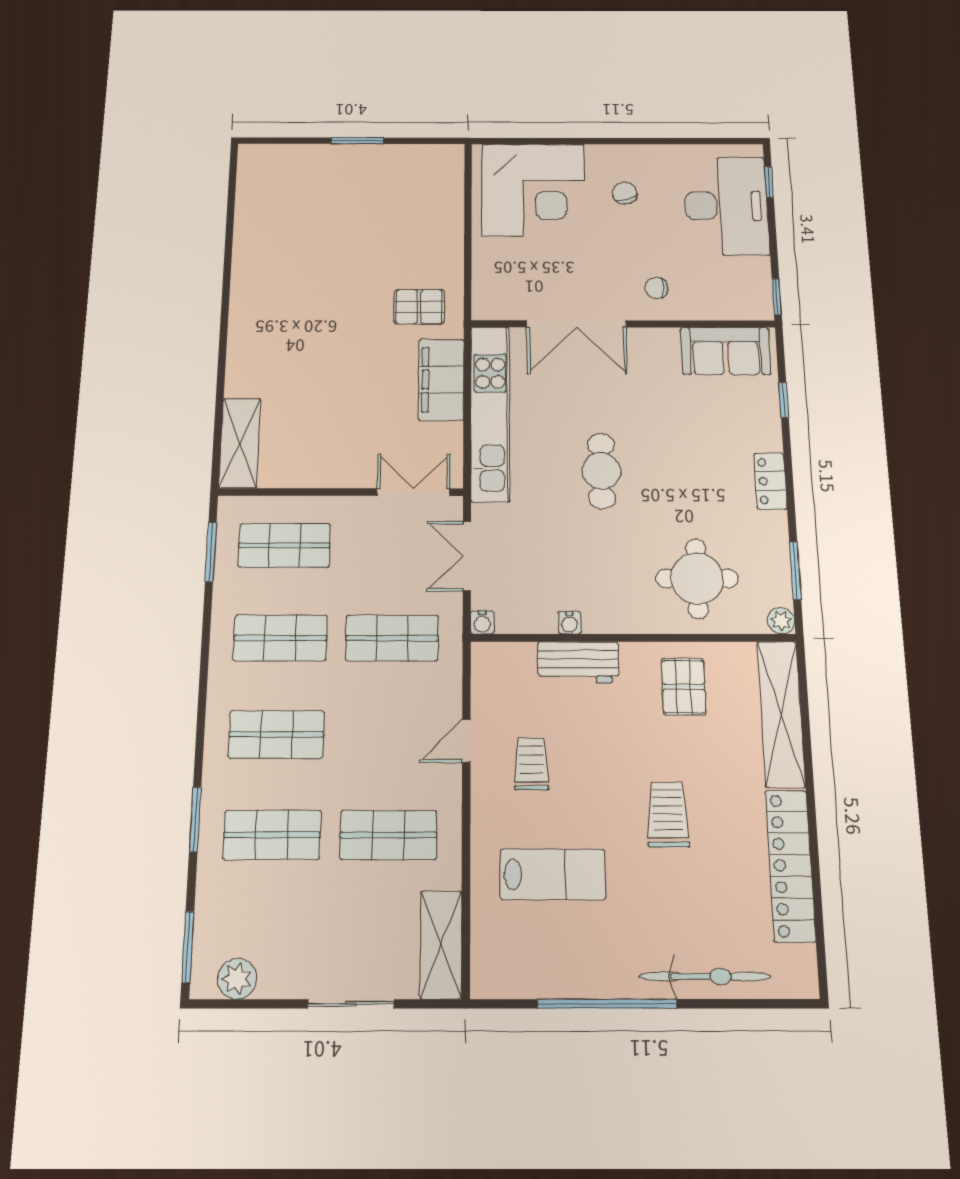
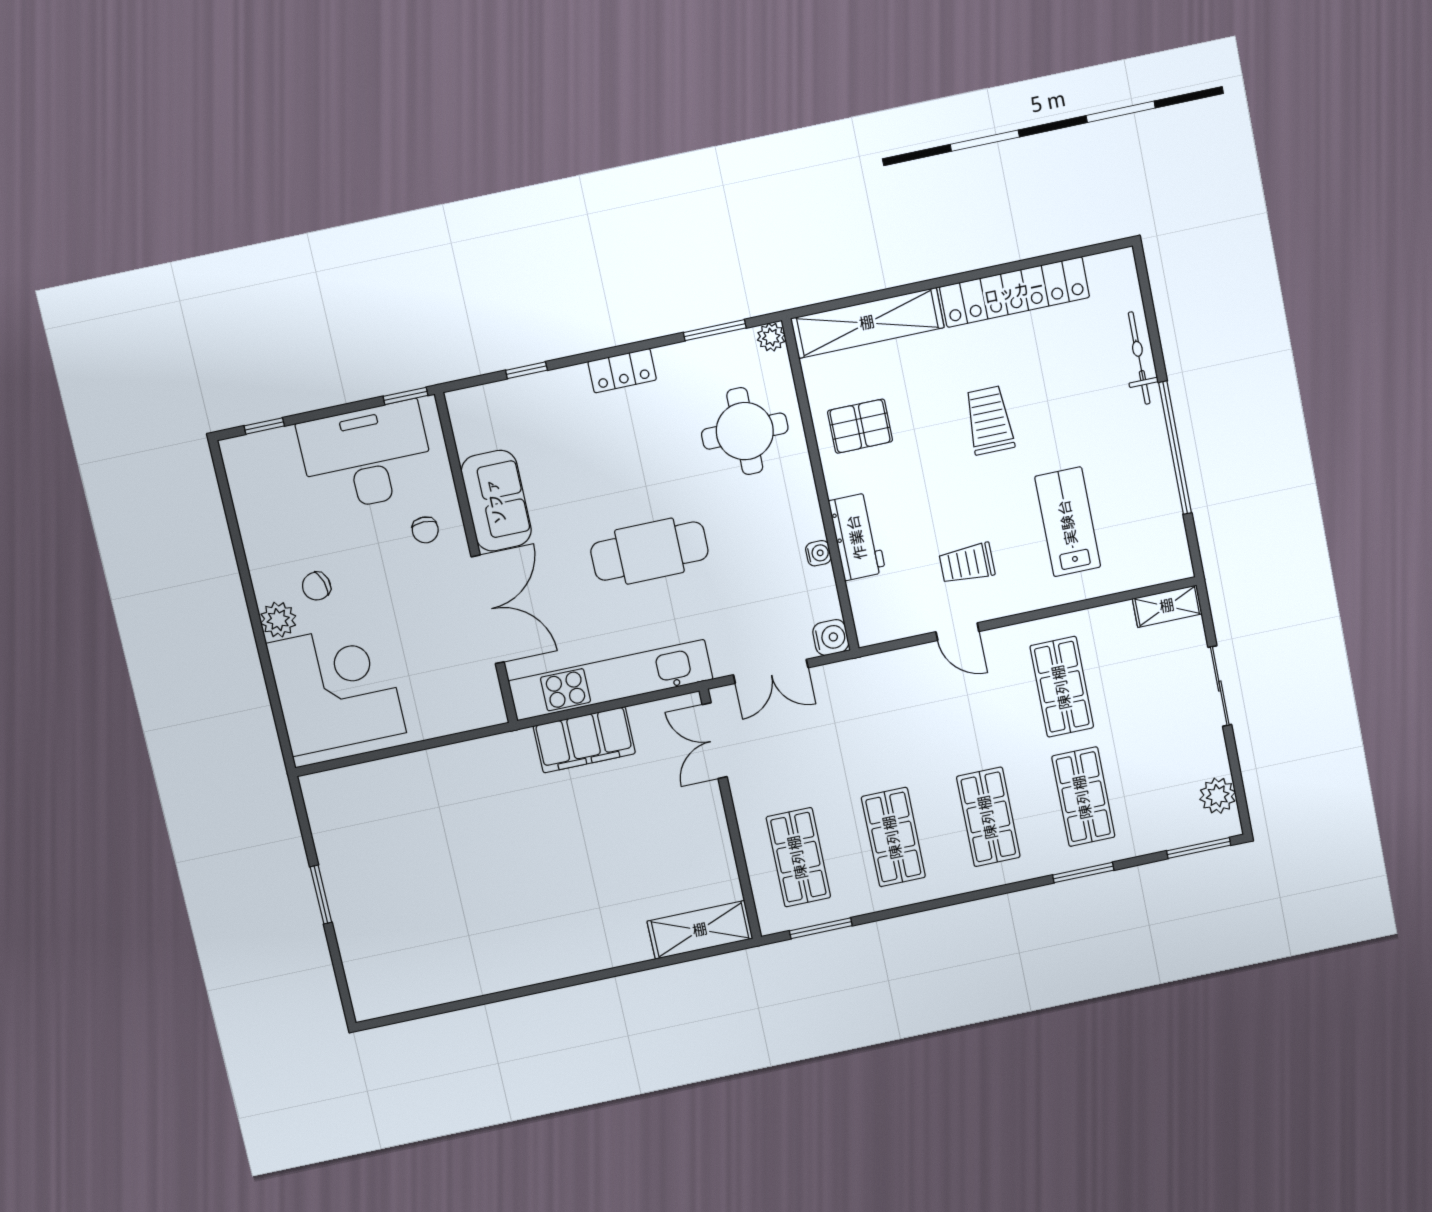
plant: (602, 158) -> (278, 620), added
desk: (726, 206) -> (366, 457), moved
pallet: (419, 307) -> (506, 782), removed
sofa: (726, 351) -> (496, 501), moved
cafe table: (601, 471) -> (649, 551), width x1.37, depth x1.35
water cooler: (482, 622) -> (831, 637), width x1.38, depth x1.38
shop shelf: (392, 638) -> (871, 727), removed
trolley: (668, 814) -> (989, 420), turned 90
shelving: (441, 945) -> (1167, 606), width x0.67, depth x0.75
bicycle: (705, 977) -> (1139, 358), width x0.73, depth x0.71

